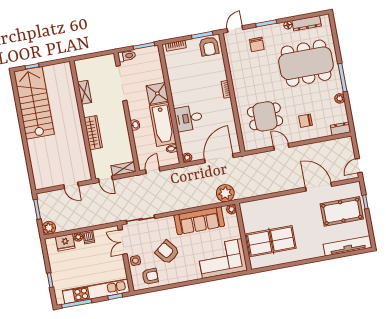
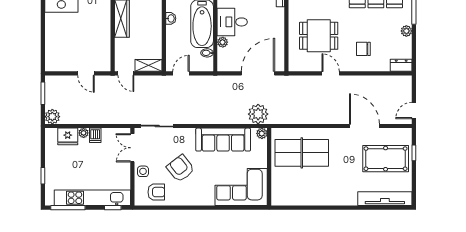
plant: (187, 158) -> (223, 42), moved
table tennis table: (271, 241) -> (302, 153), moved

